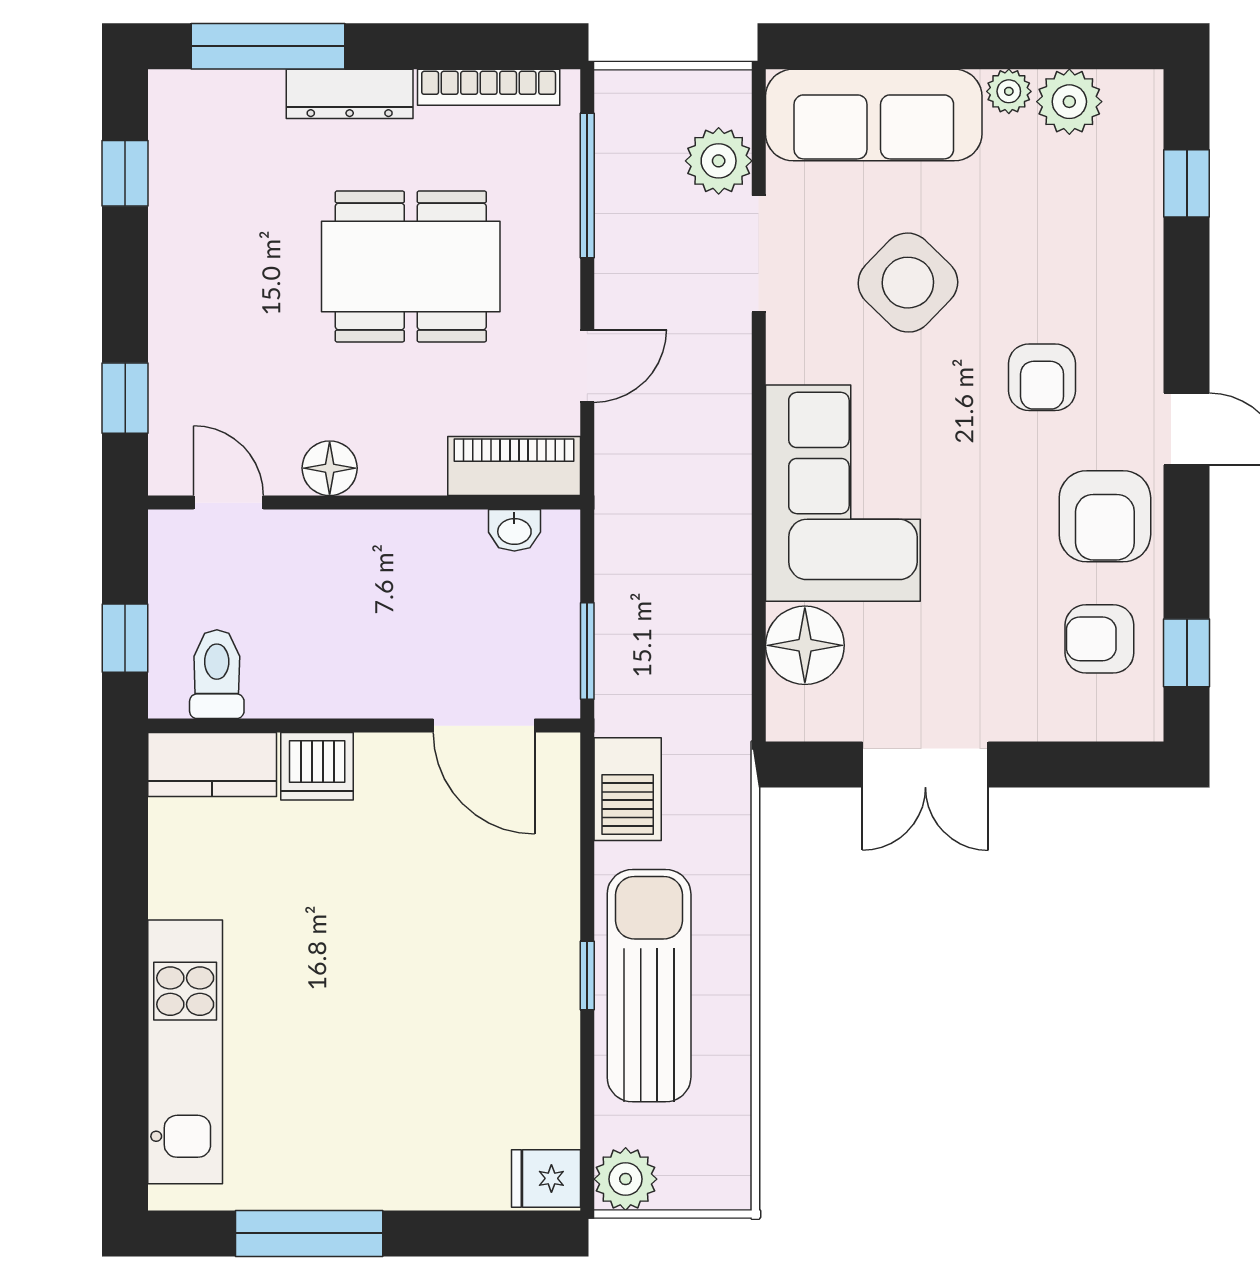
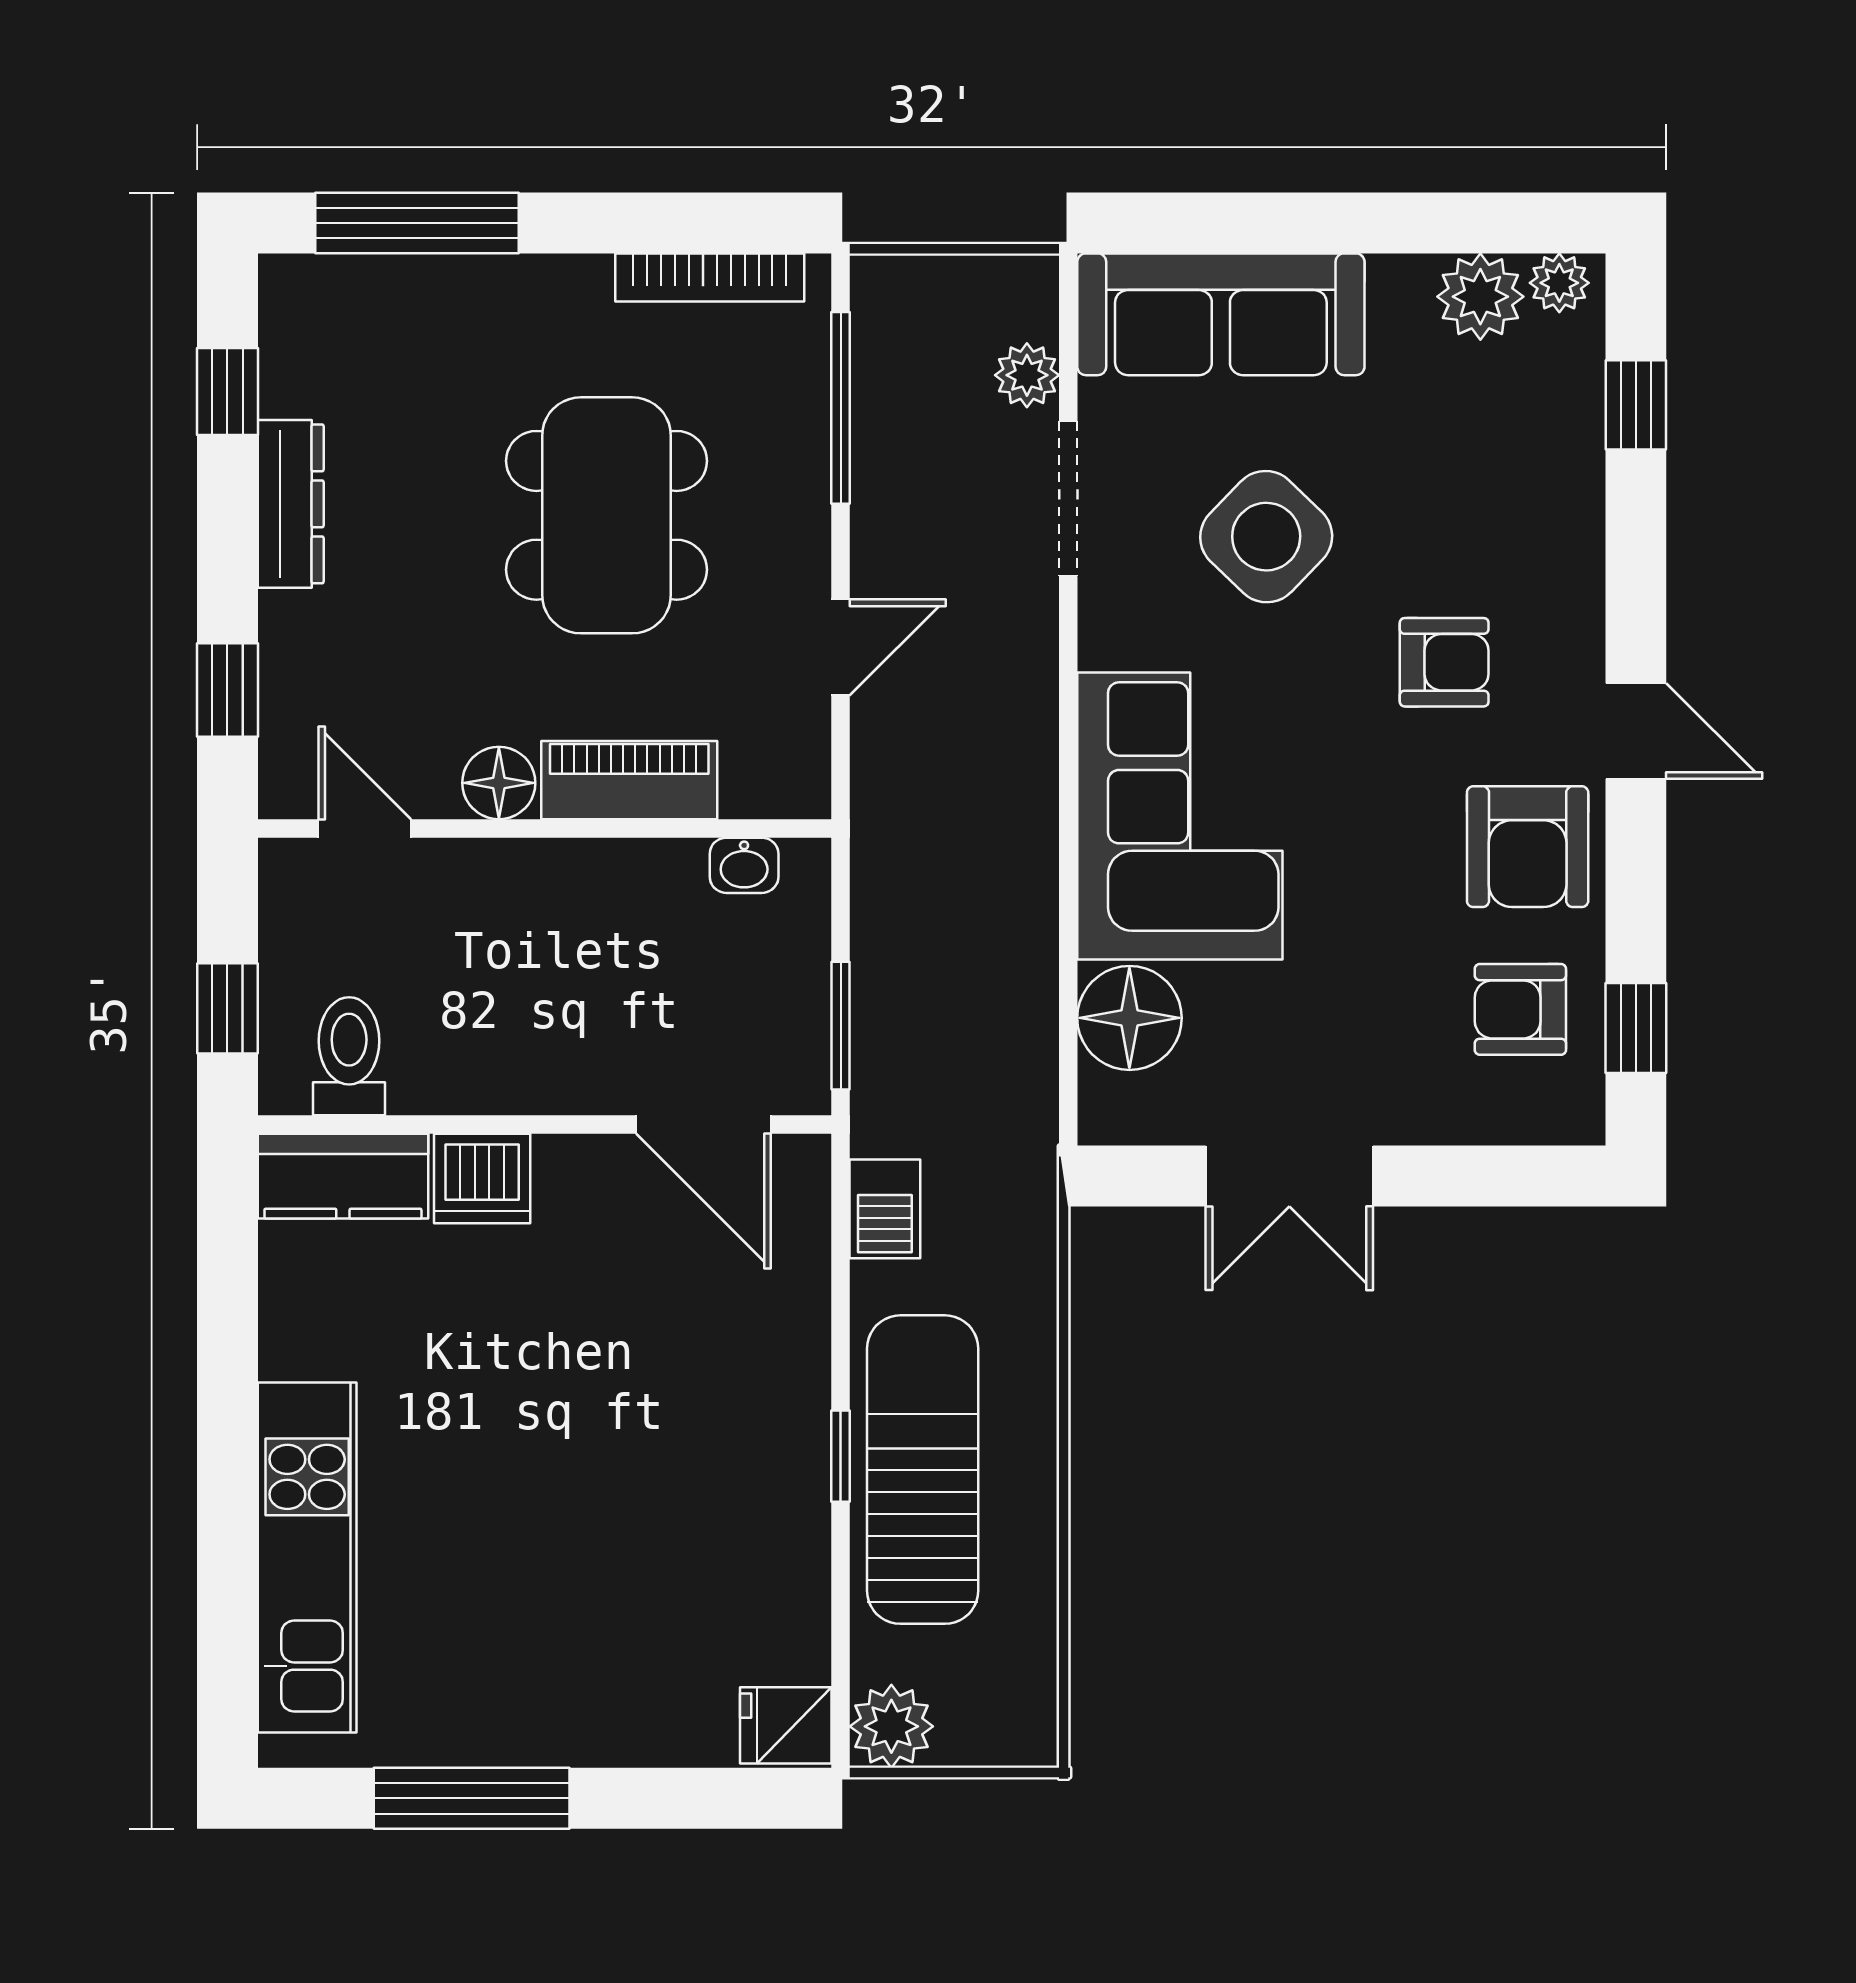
plant: (1009, 91) -> (1559, 283), moved
dresser: (350, 94) -> (291, 504), moved, turned -90
plant: (719, 161) -> (1027, 375), width x0.73, depth x0.73
dining table: (411, 266) -> (607, 515), turned 90
armchair: (1042, 377) -> (1444, 662), turned -90
piano: (514, 466) -> (629, 780), moved
barbecue: (628, 789) -> (885, 1209), width x0.73, depth x0.79

